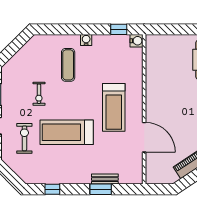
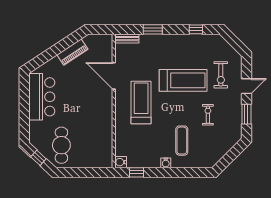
bench: (105, 179) -> (127, 39), moved

